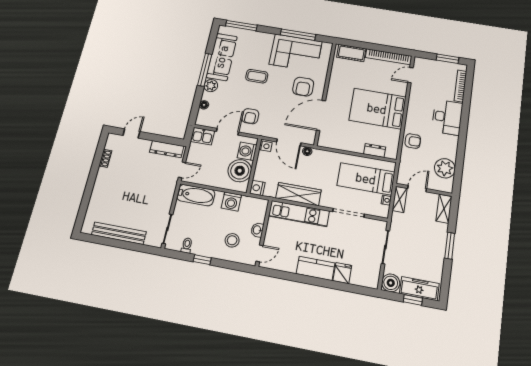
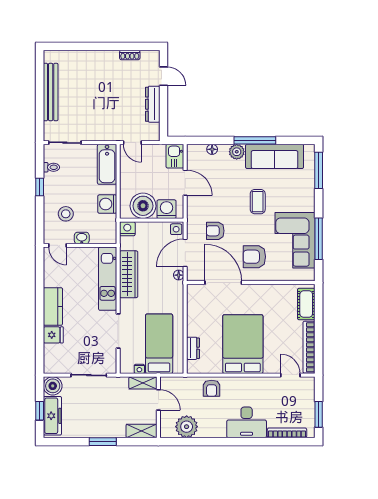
armchair: (250, 116) -> (215, 231), moved
dresser: (167, 149) -> (153, 104), moved

